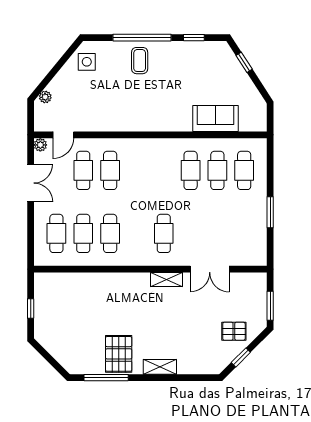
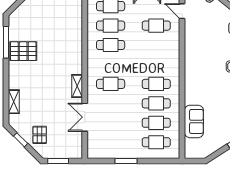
cafe table: (110, 170) -> (156, 84), moved
shelving: (160, 367) -> (14, 102), moved

